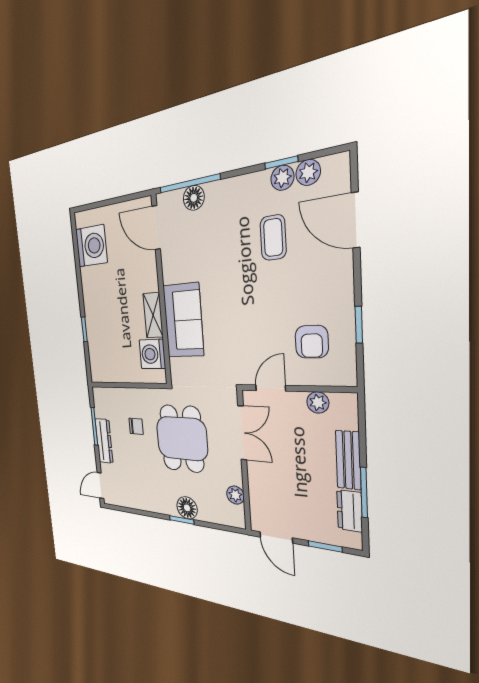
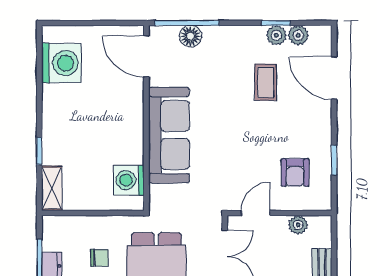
shelving: (153, 315) -> (52, 188), moved
sofa: (183, 320) -> (169, 135), width x1.36

